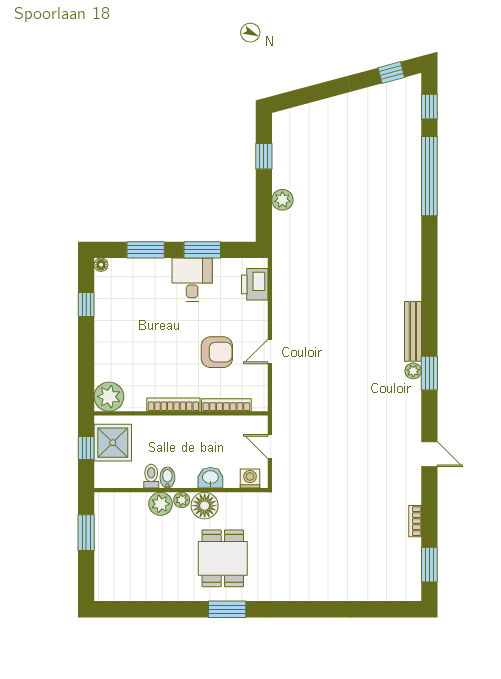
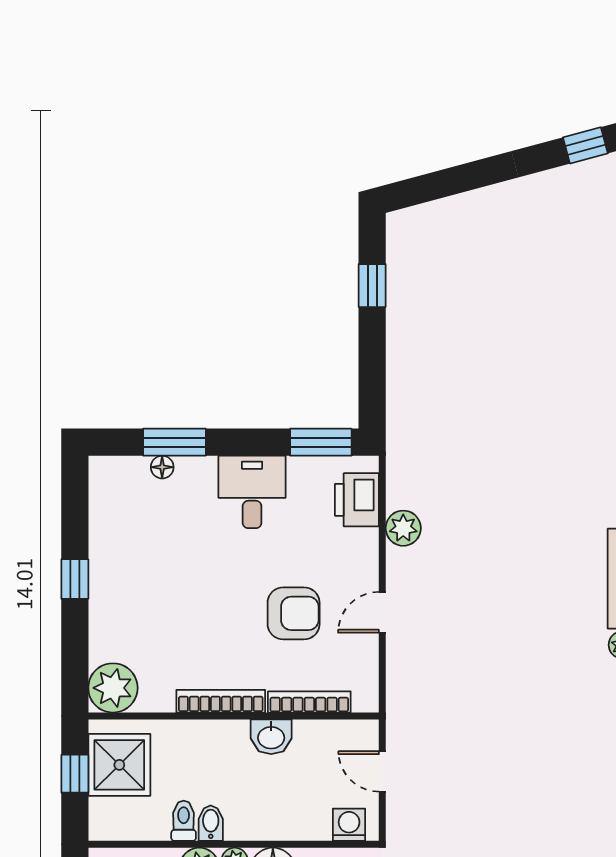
plant: (282, 200) -> (403, 528), moved
window: (202, 250) -> (321, 442), moved
floor lamp: (101, 265) -> (162, 467), moved
window: (86, 304) -> (75, 579), moved
washbasin: (210, 478) -> (271, 737), moved, turned 180

